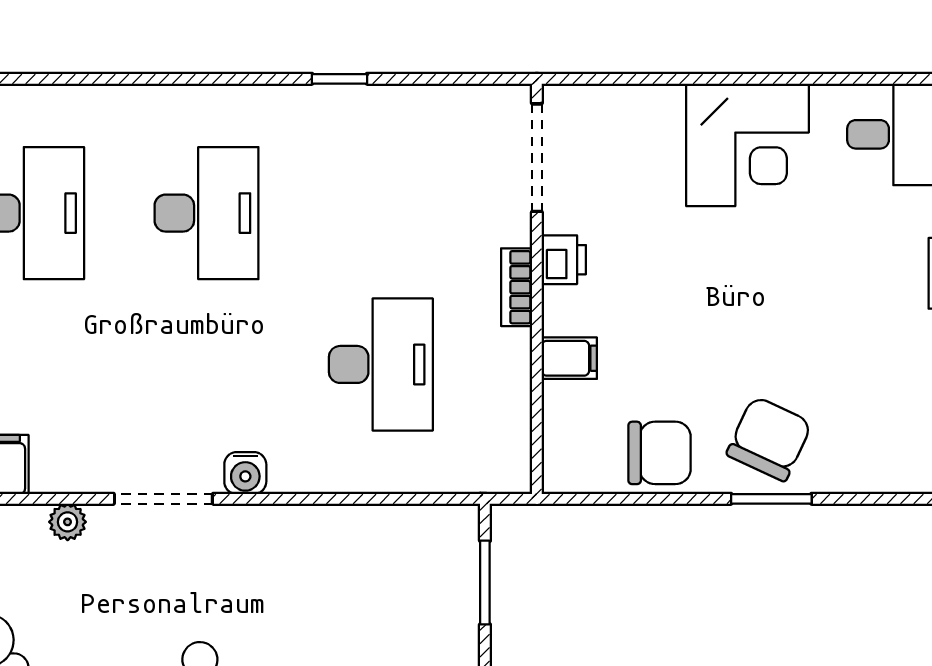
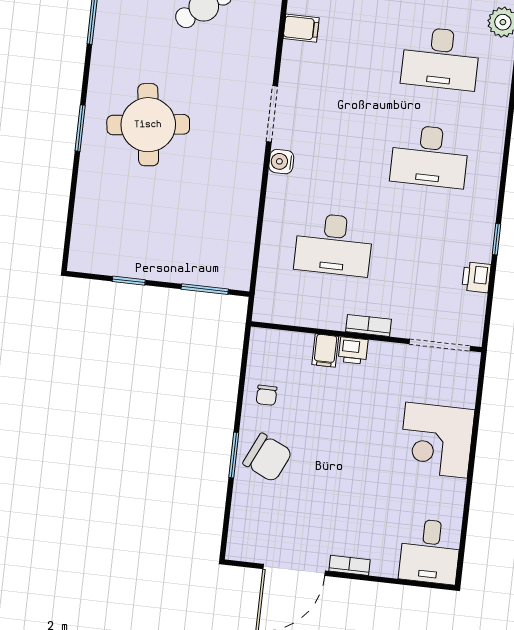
printer: (410, 107) -> (476, 277), added
corner desk: (748, 145) -> (437, 440), moved
printer: (564, 260) -> (353, 351), moved
chair: (660, 453) -> (267, 395), width x0.54, depth x0.54
plant: (68, 522) -> (265, 59), removed

